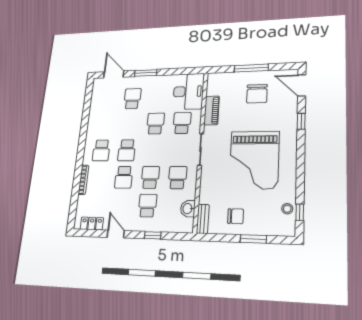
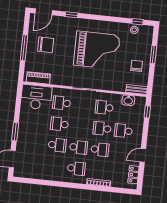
school desk: (132, 99) -> (57, 145), moved, turned 180
piano: (212, 110) -> (38, 78), moved
window: (153, 235) -> (147, 112), moved

